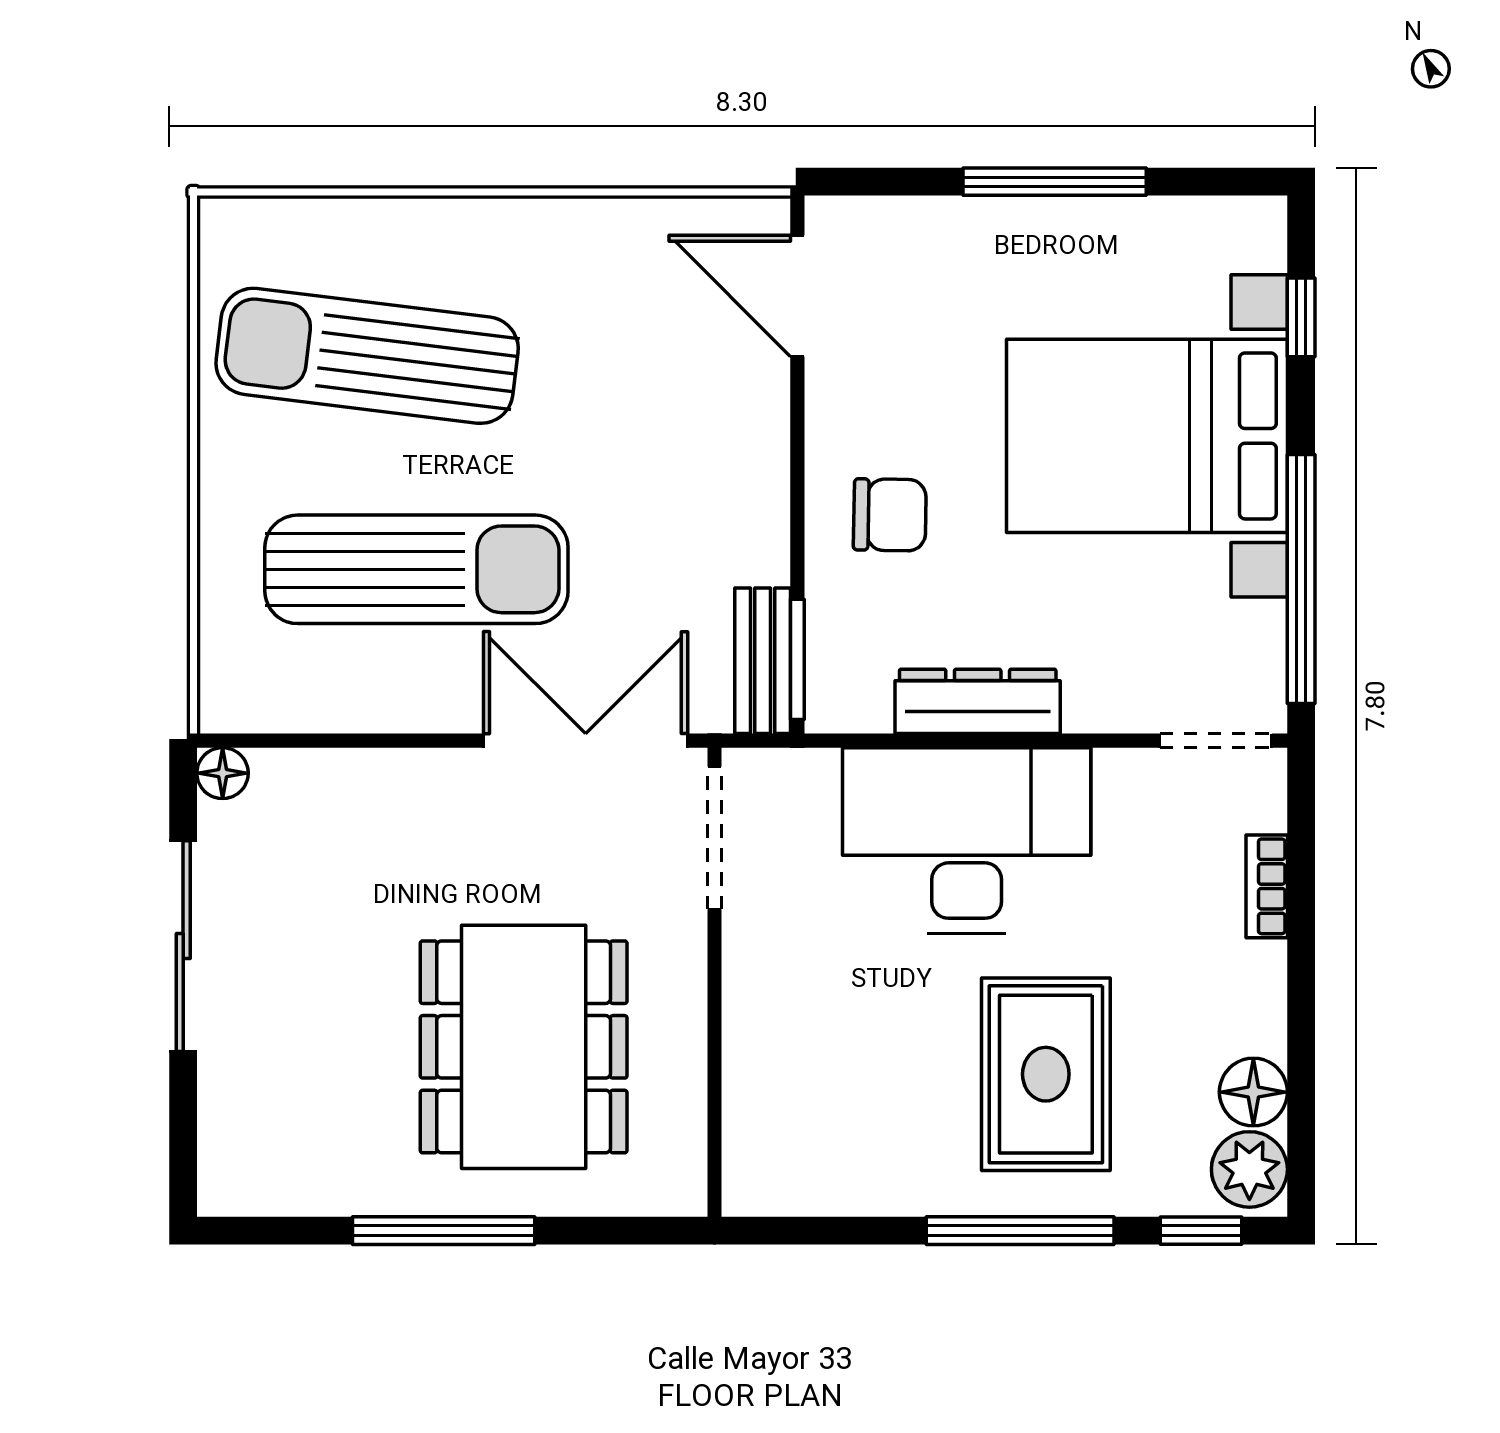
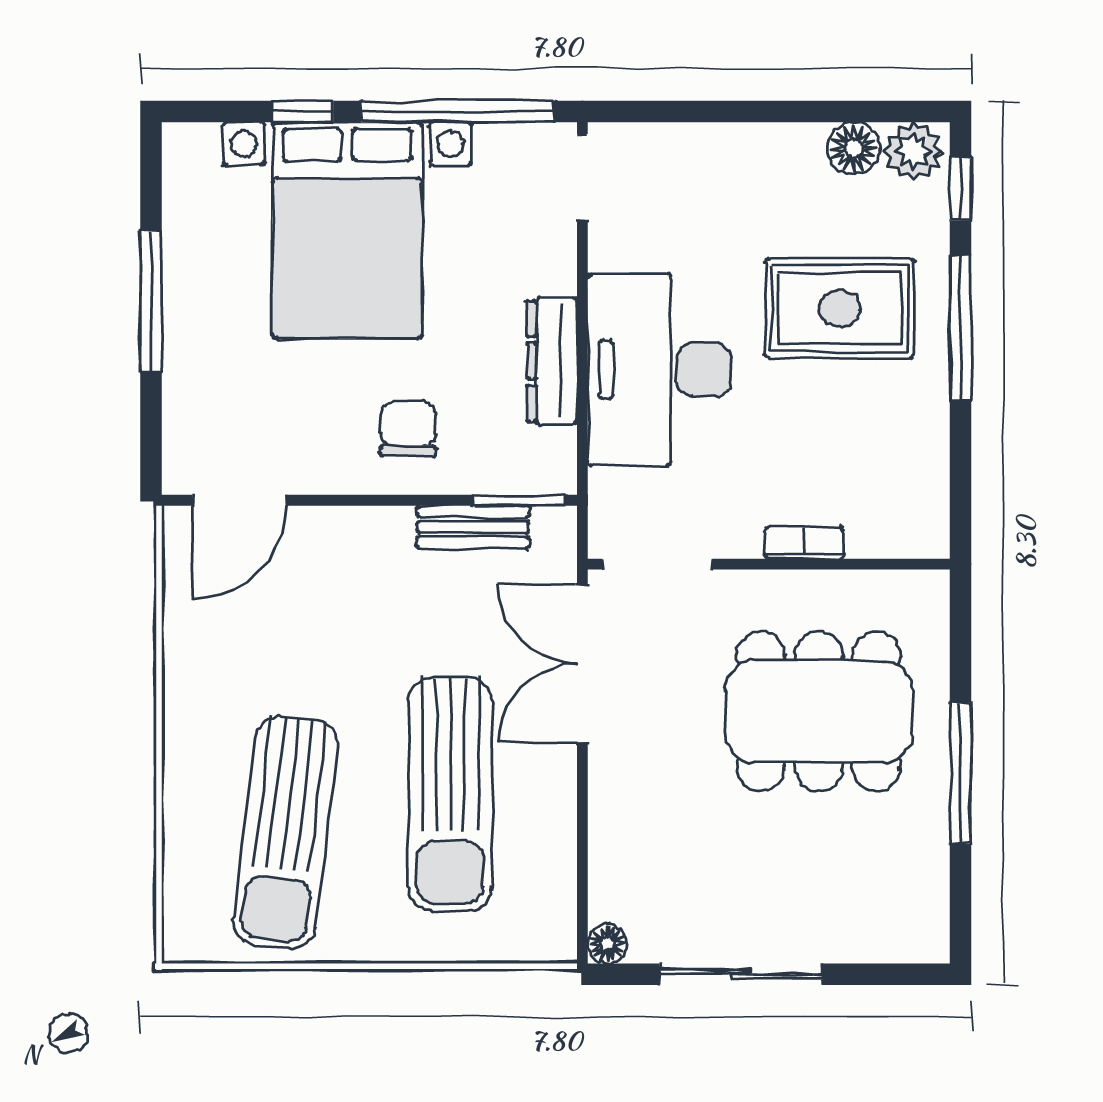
window: (1301, 317) -> (303, 111), moved
sun lounger: (416, 569) -> (450, 794), turned 180
bench: (763, 661) -> (473, 527), moved
bookcase: (1267, 886) -> (804, 543), moved, turned 180

